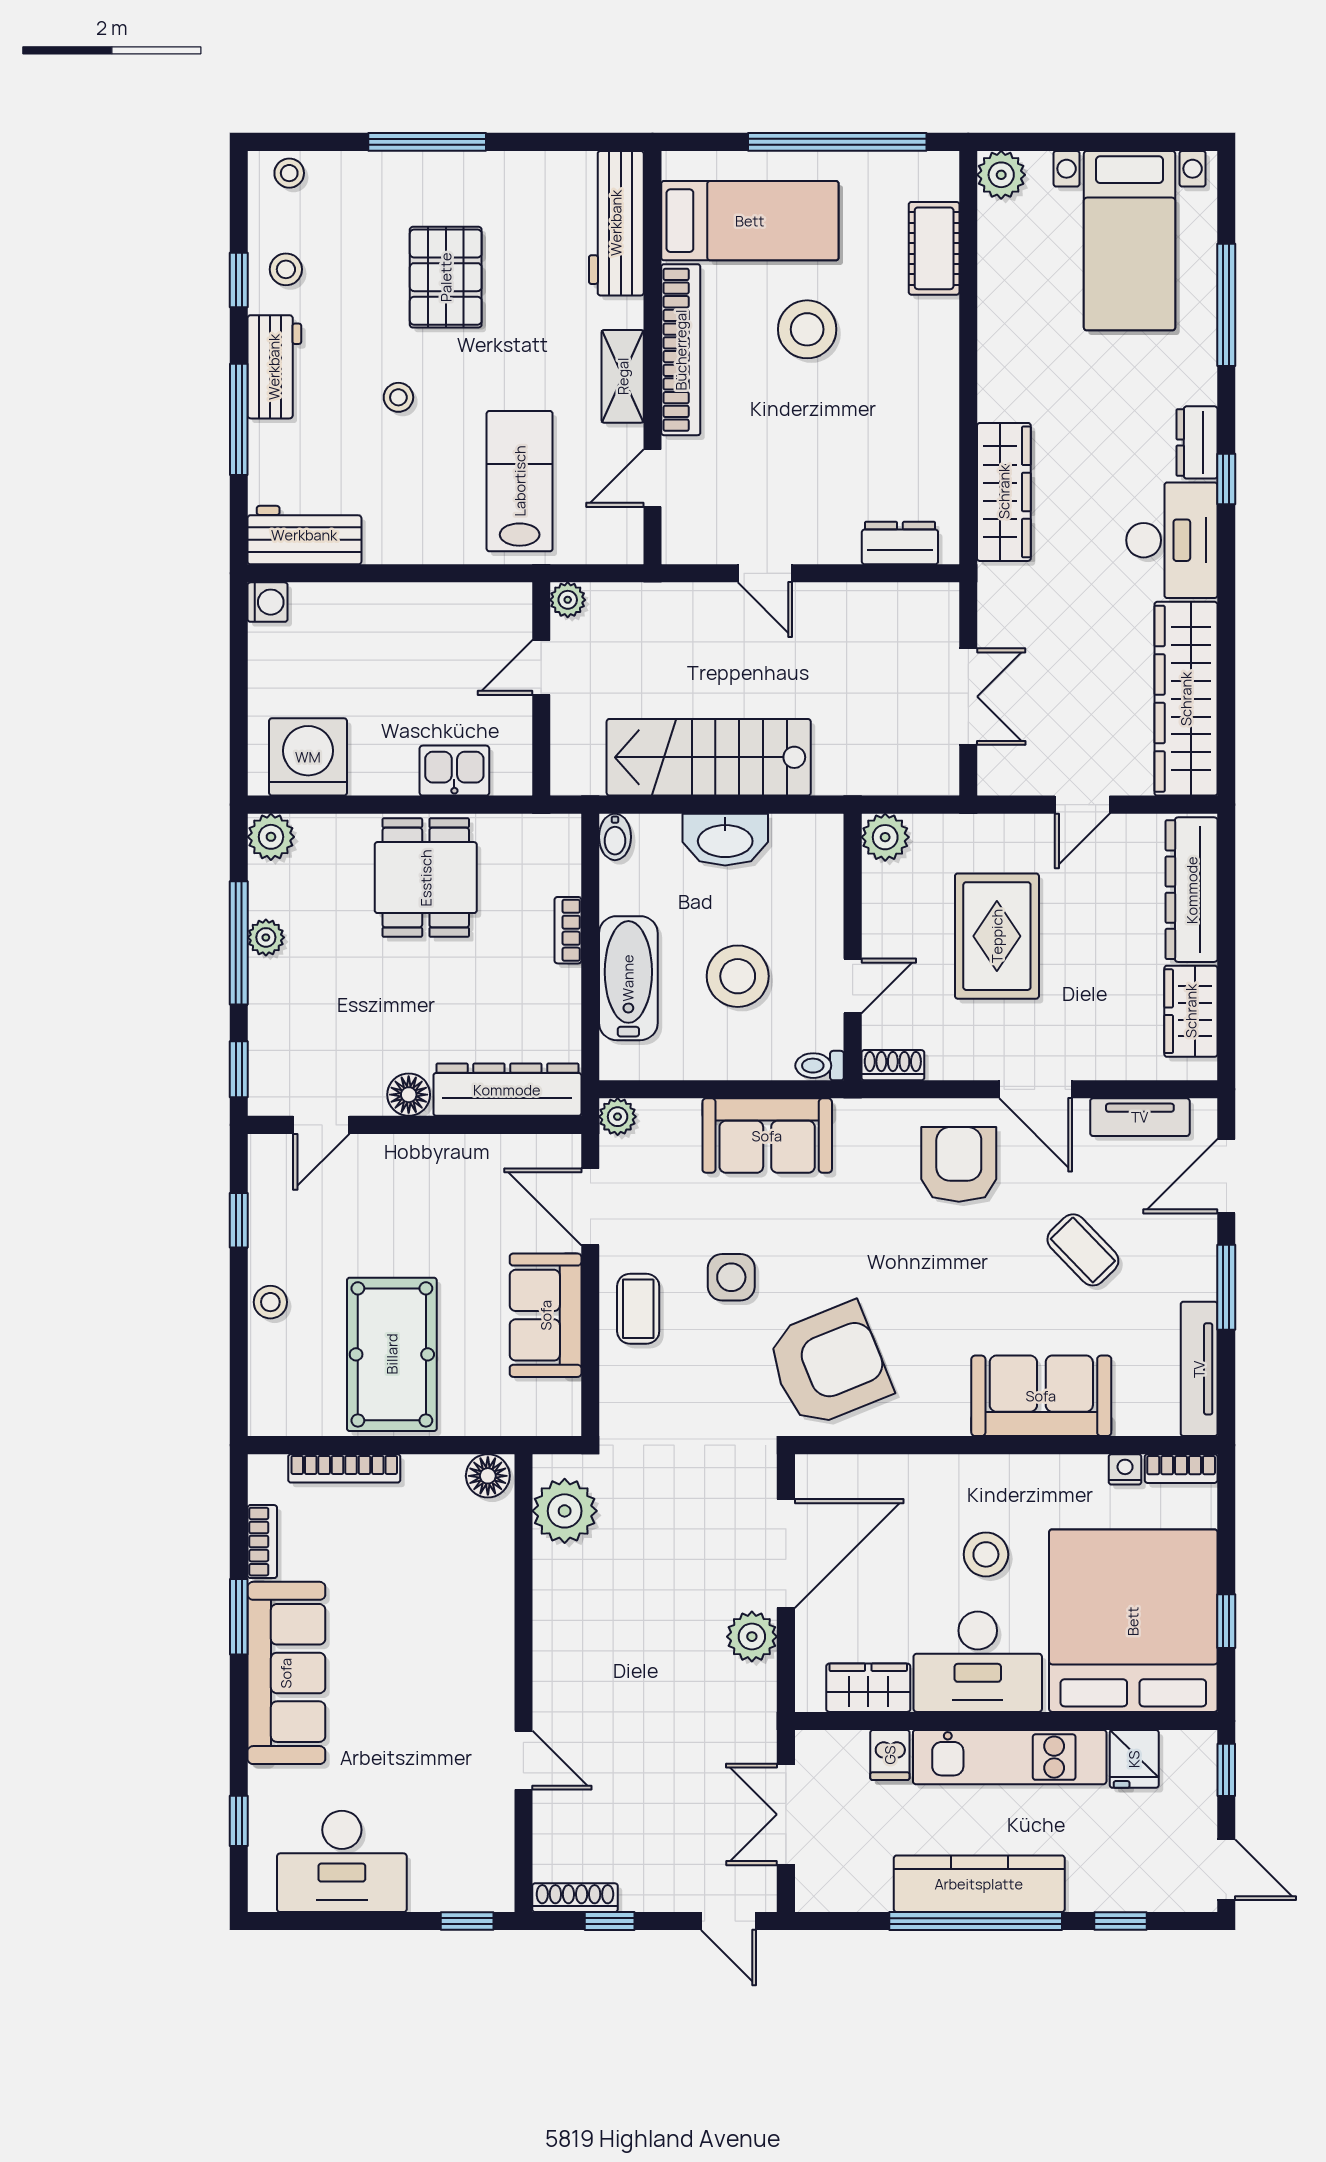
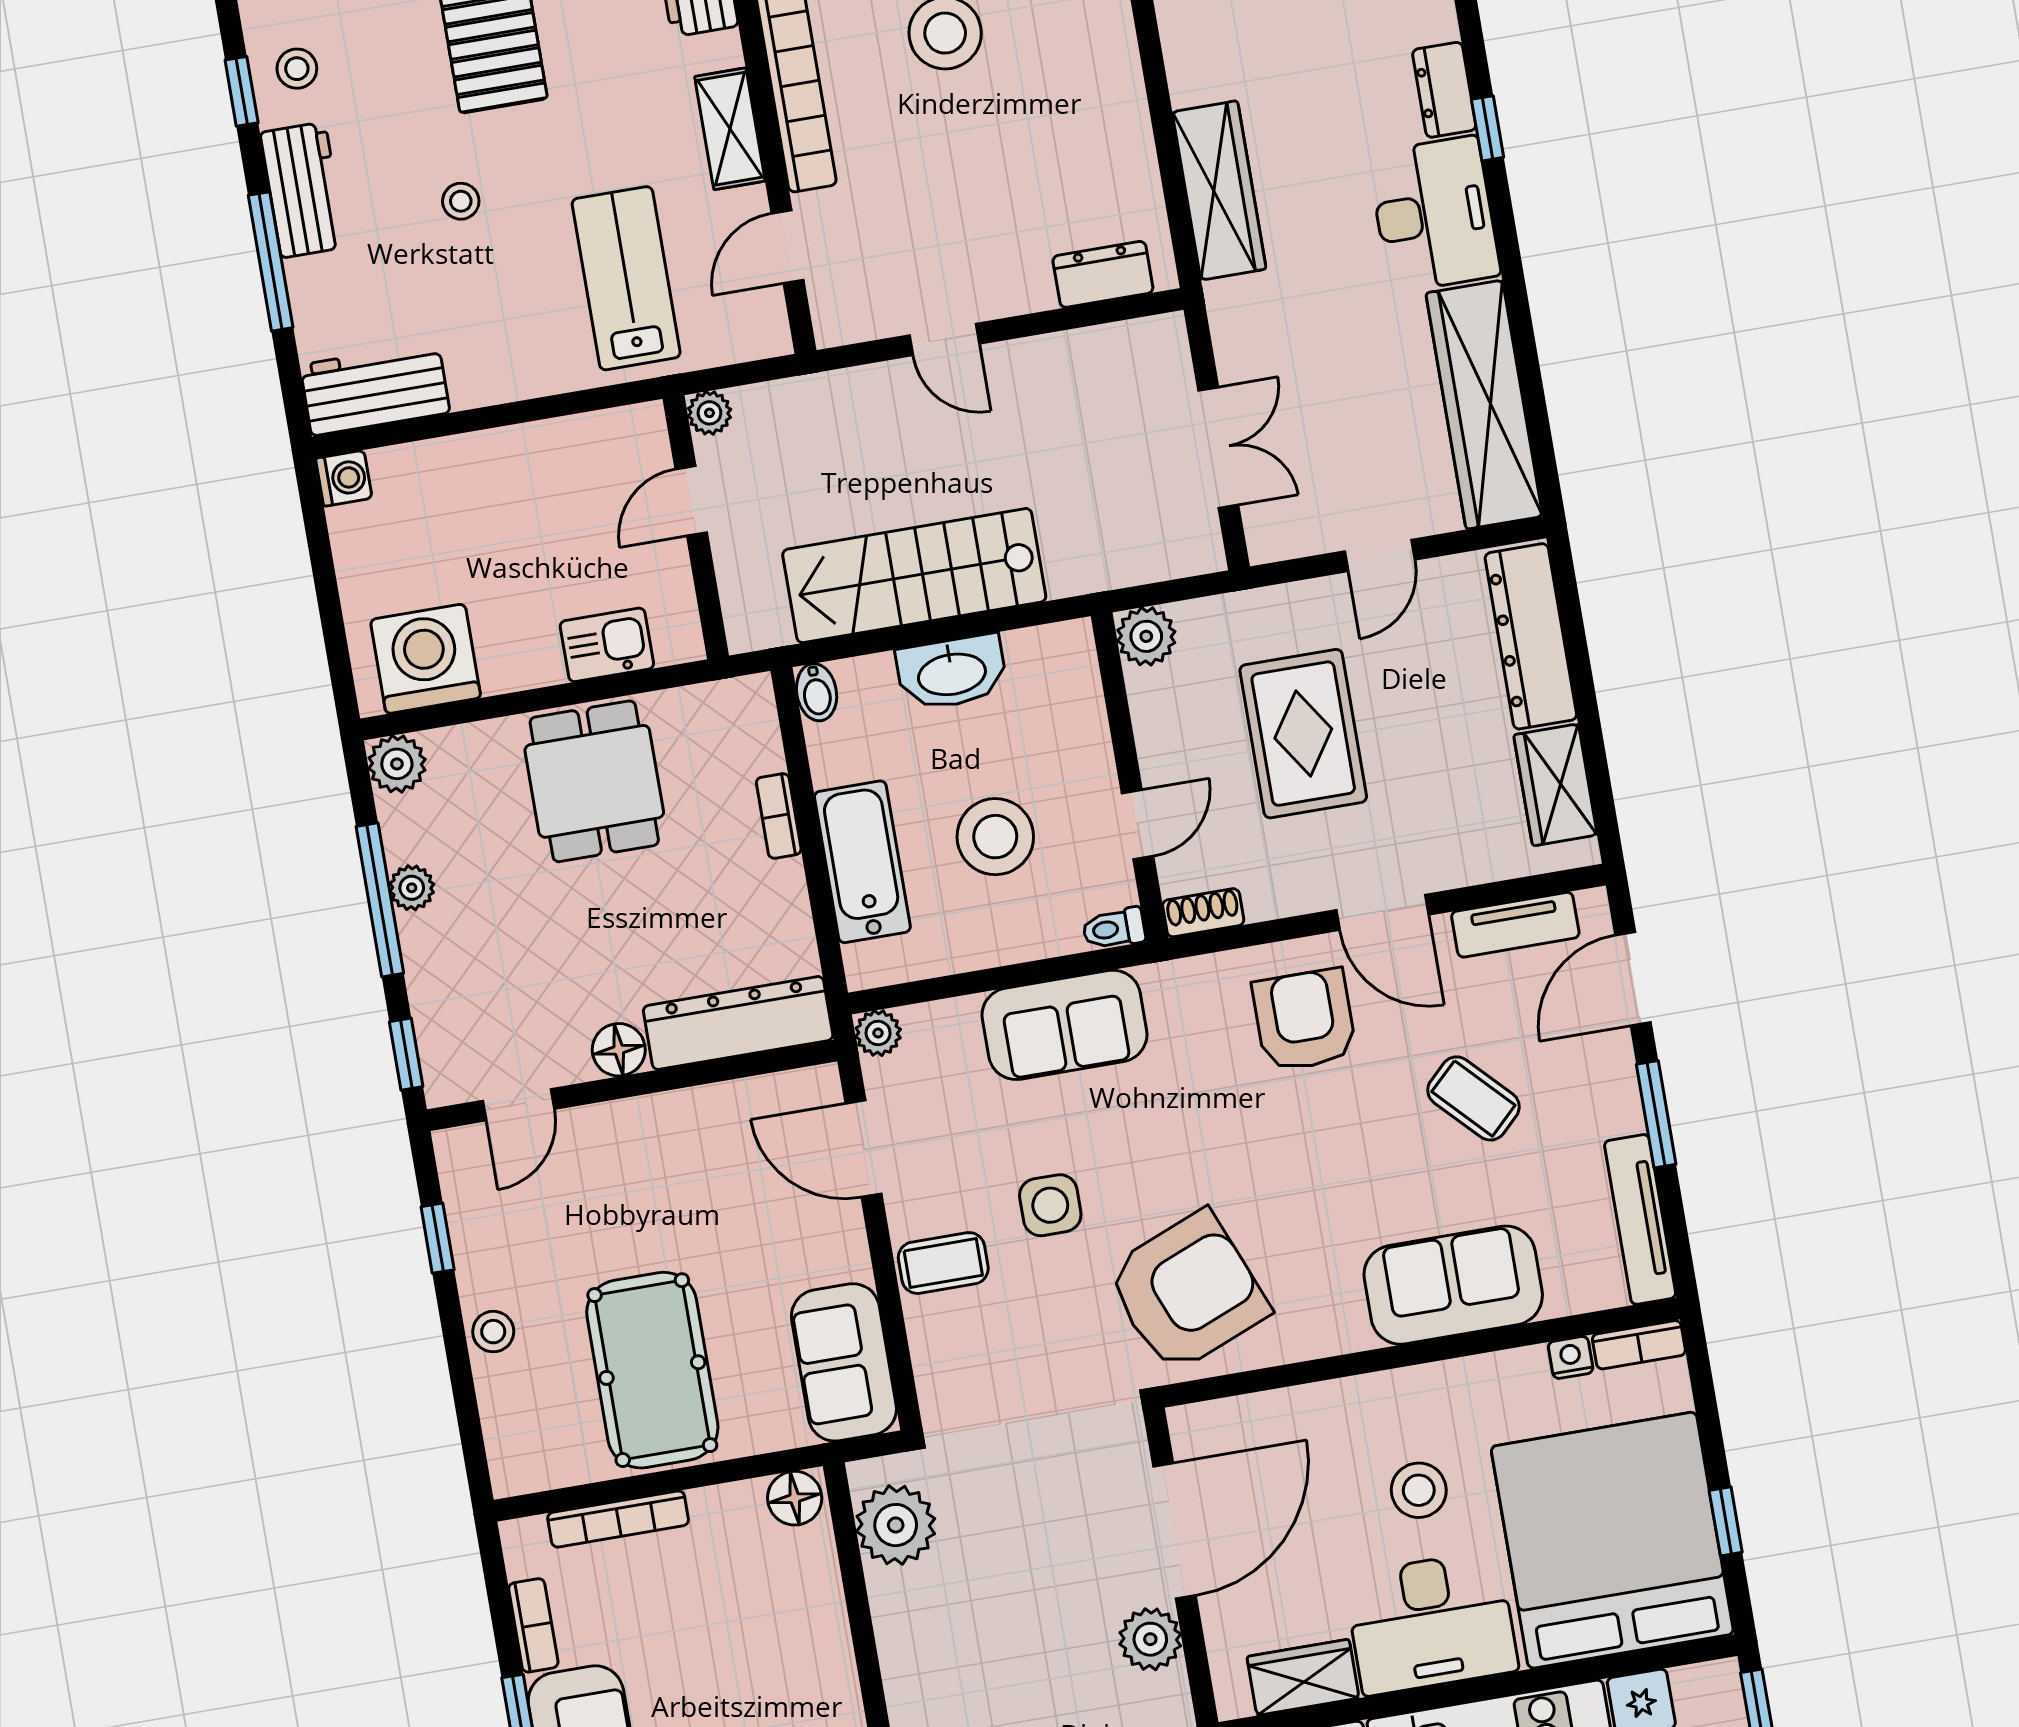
coffee table: (638, 1309) -> (943, 1263), turned 90
sofa: (546, 1315) -> (844, 1362), moved

